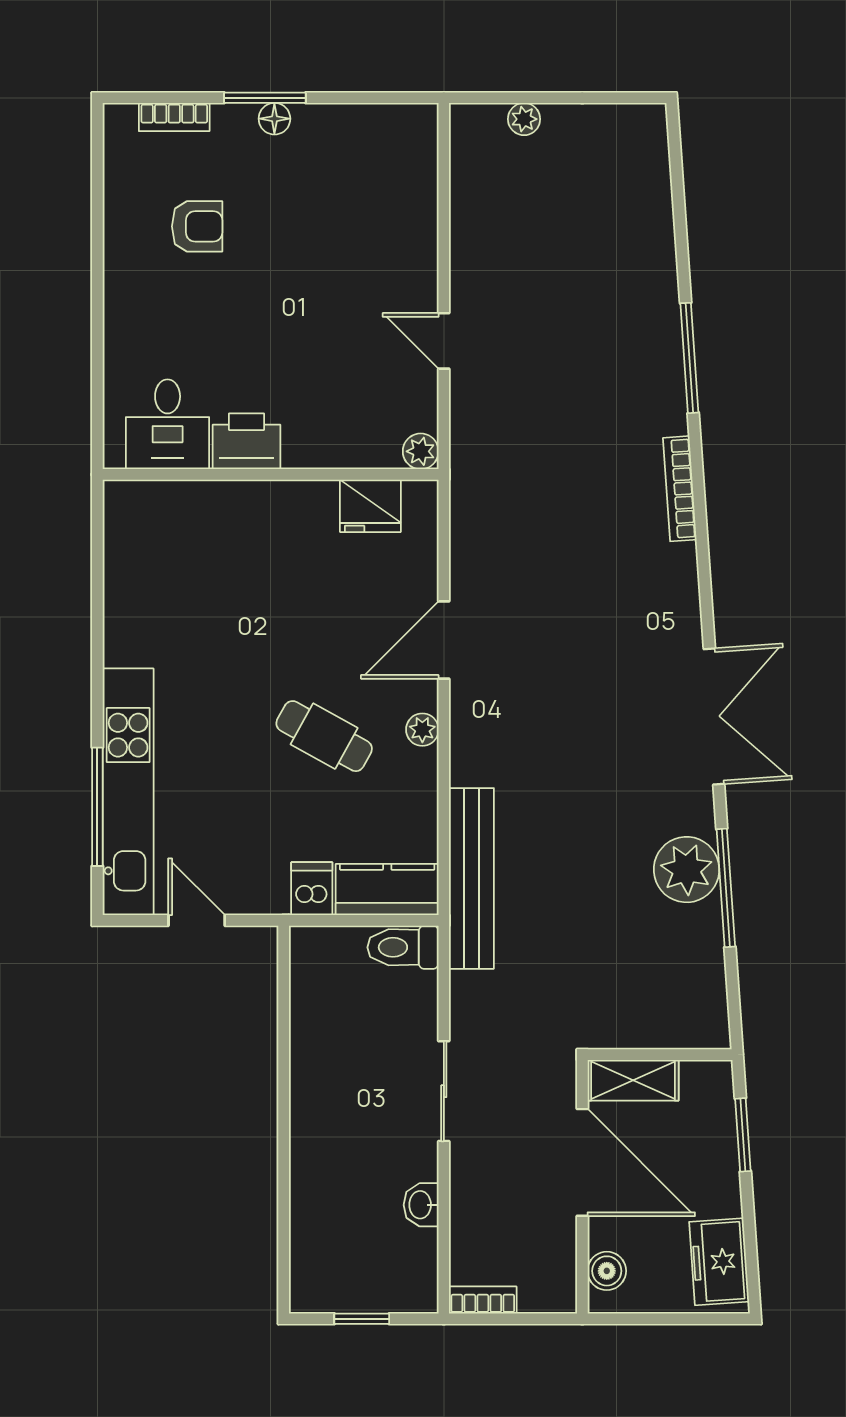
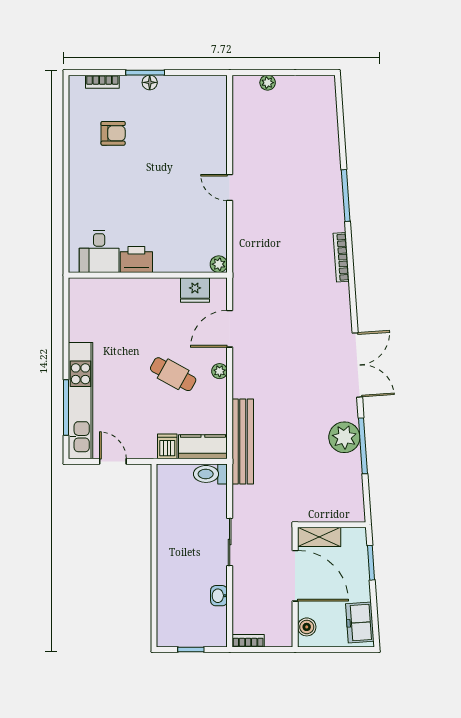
desk: (168, 424) -> (99, 251), moved
printer: (246, 441) -> (136, 259), moved
plant: (421, 451) -> (219, 264), moved
wall: (271, 474) -> (148, 275), moved
fridge: (370, 506) -> (195, 290), moved

